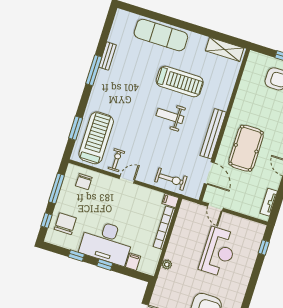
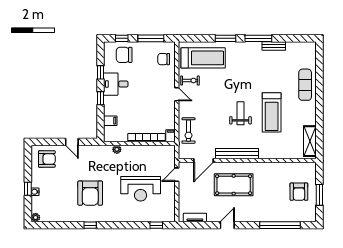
exercise mat: (161, 35) -> (305, 85), width x0.73, depth x0.69
window: (76, 128) -> (226, 38), moved
chair: (65, 224) -> (124, 55), turned 180
desk: (107, 242) -> (116, 84), width x0.53, depth x0.77

